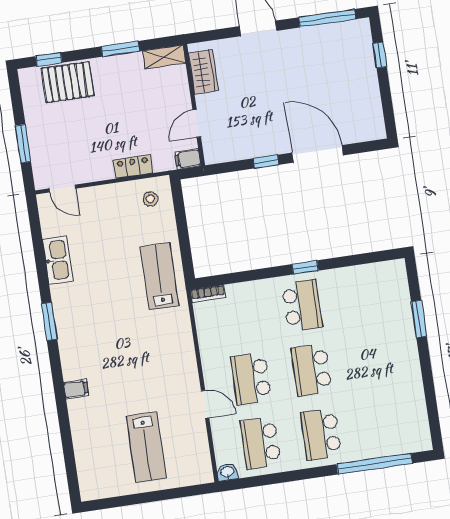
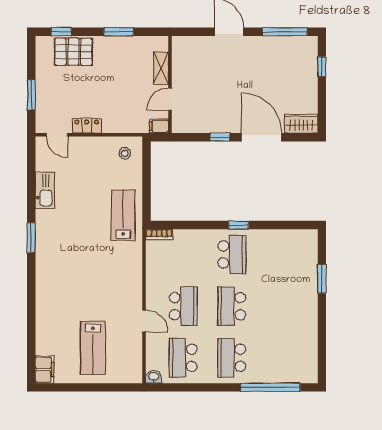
shelving: (164, 57) -> (161, 68), moved, turned 90
wardrobe: (203, 72) -> (301, 124), moved, turned -90
locker: (133, 167) -> (87, 126), moved
school desk: (251, 379) -> (183, 306), turned 180
filing cabinet: (76, 389) -> (44, 370), moved, width x2.00

